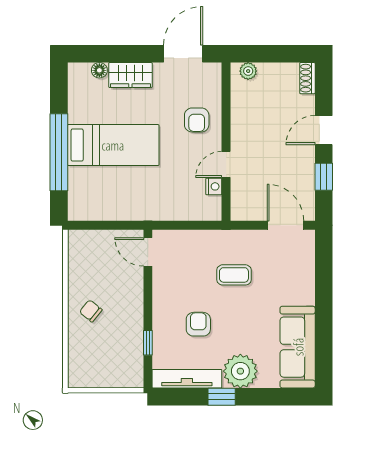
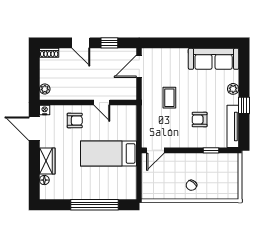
bed: (113, 145) -> (109, 153), moved, turned -90
nightstand: (214, 186) -> (45, 110), moved
plant: (240, 371) -> (233, 89), width x0.53, depth x0.53

